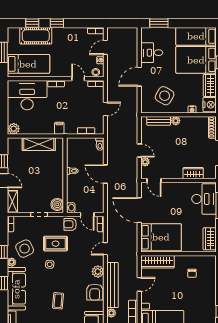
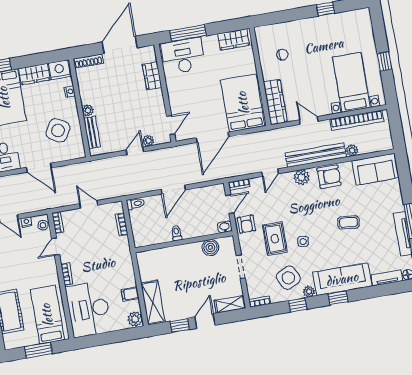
filing cabinet: (59, 128) -> (130, 294), moved
shelving: (39, 144) -> (153, 303), moved
boiler: (57, 204) -> (210, 248), moved
door: (105, 249) -> (270, 173), hinge flipped

